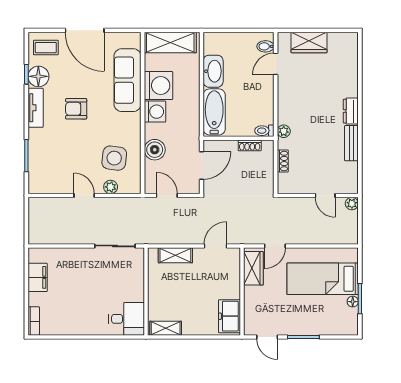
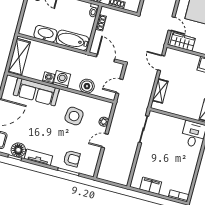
washing machine: (158, 85) -> (49, 78), width x0.53, depth x0.53
armchair: (76, 109) -> (72, 159), moved, turned -90
side table: (114, 158) -> (74, 116), moved

